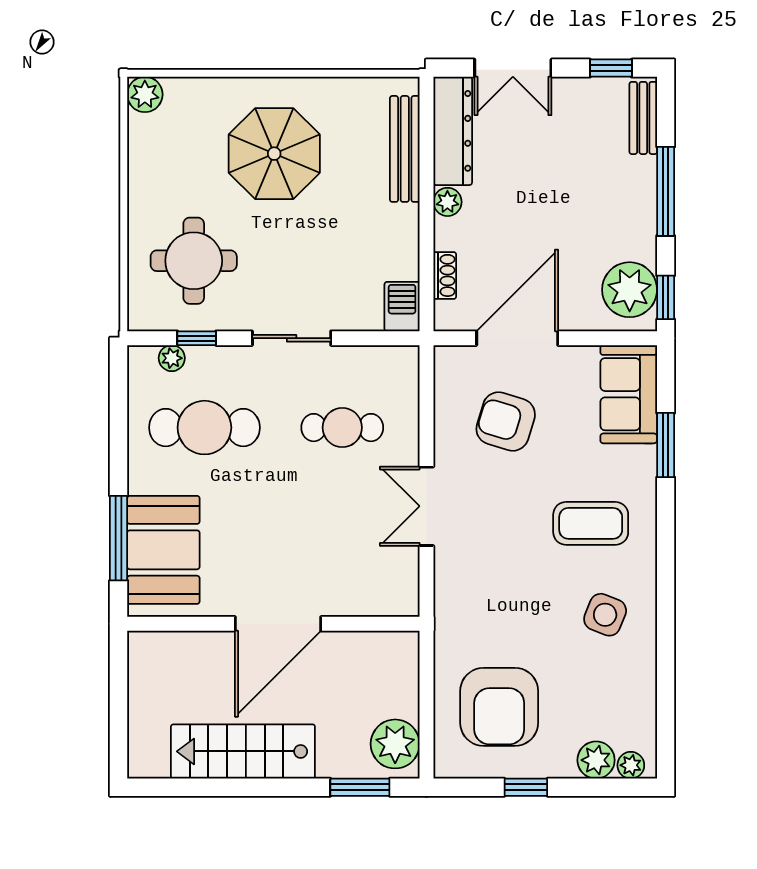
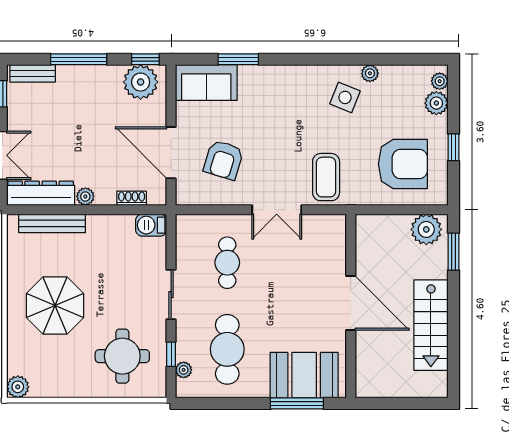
coffee table: (591, 523) -> (326, 177), moved
plant: (643, 654) -> (370, 73), added

